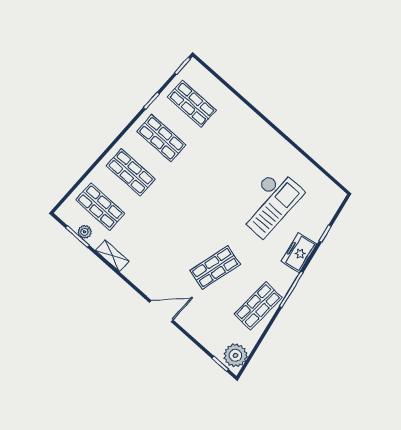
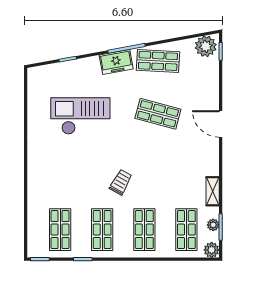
trolley: (186, 188) -> (121, 182), added
plant: (65, 212) -> (212, 250), added
freezer: (299, 253) -> (116, 62), moved

